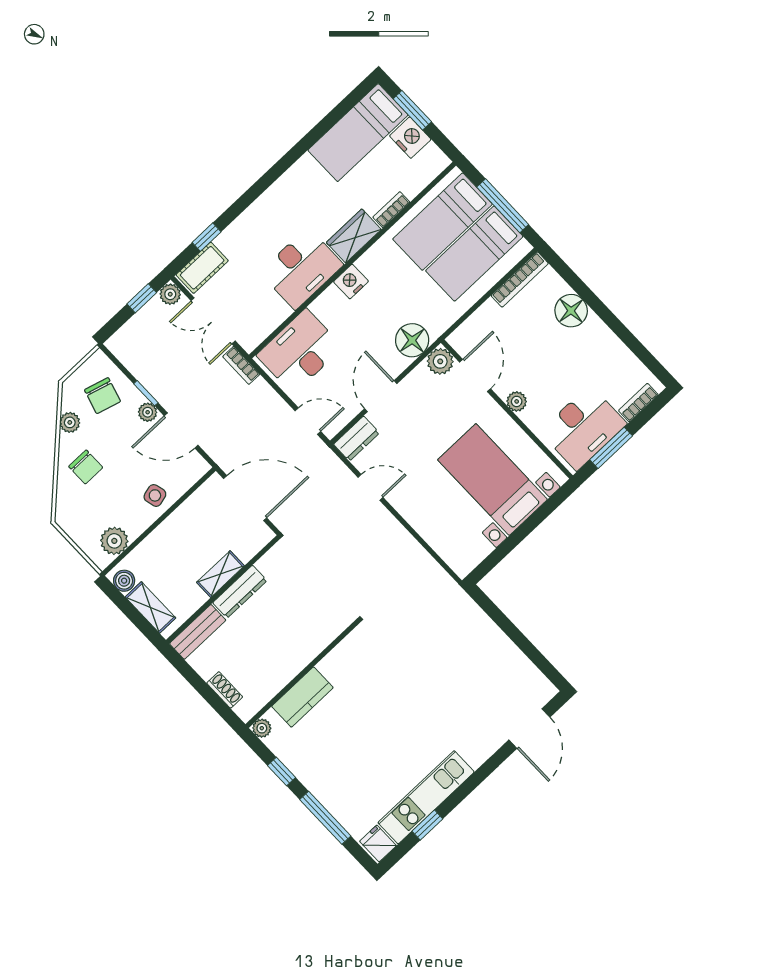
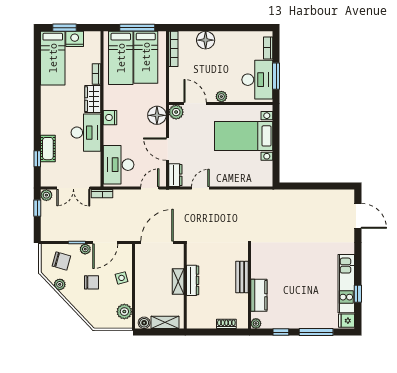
cot: (202, 268) -> (48, 149), moved
chair: (86, 467) -> (92, 282), moved
bench: (198, 632) -> (242, 277), moved

